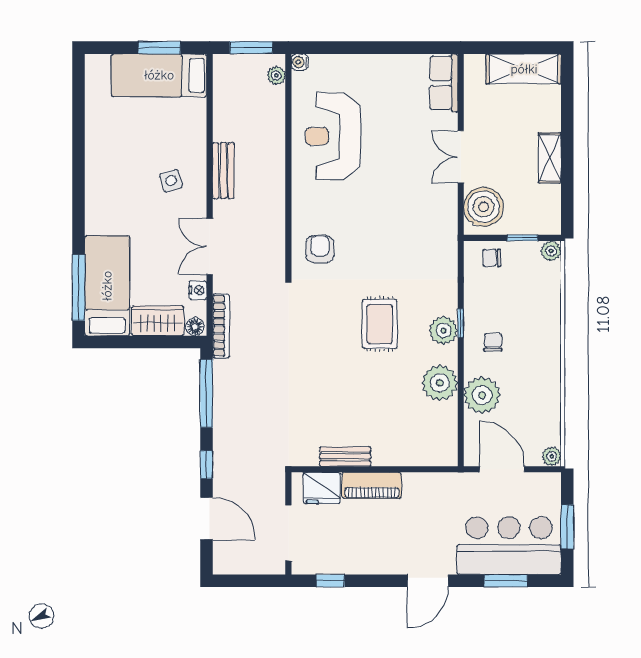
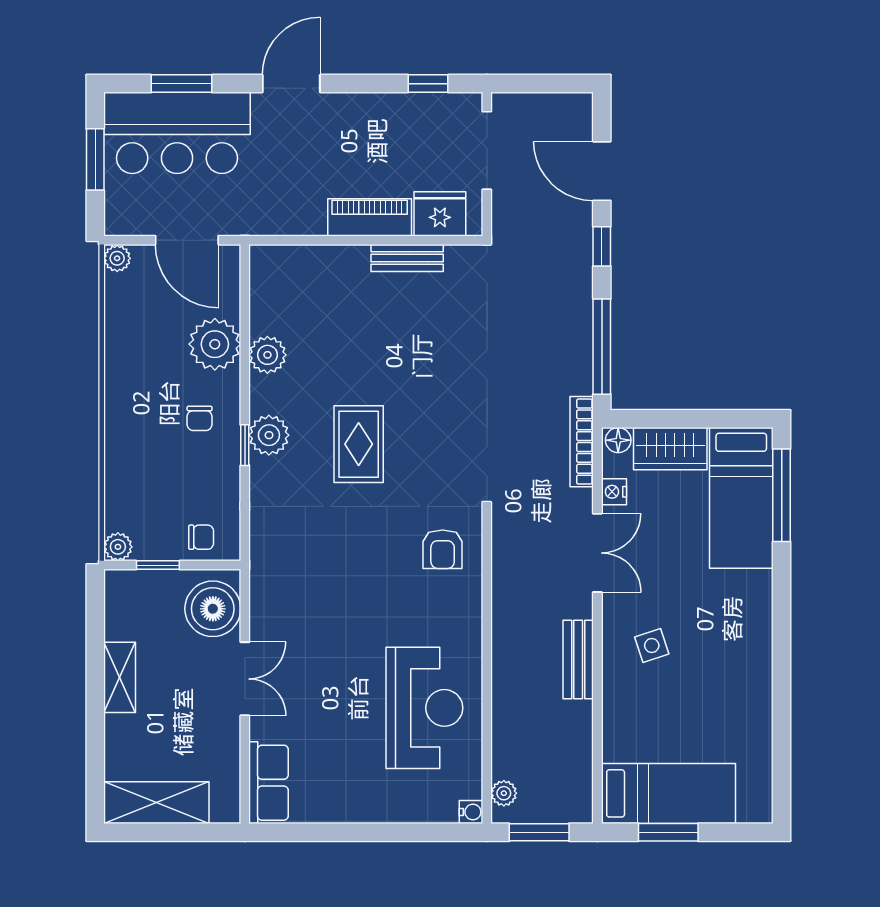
plant: (440, 383) -> (267, 355), width x0.73, depth x0.73

